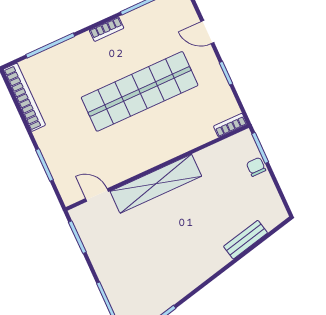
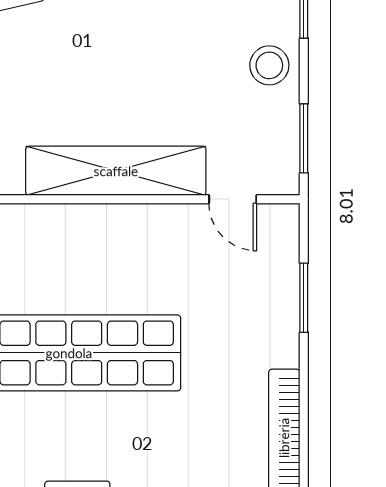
stool: (108, 263) -> (269, 65), added

